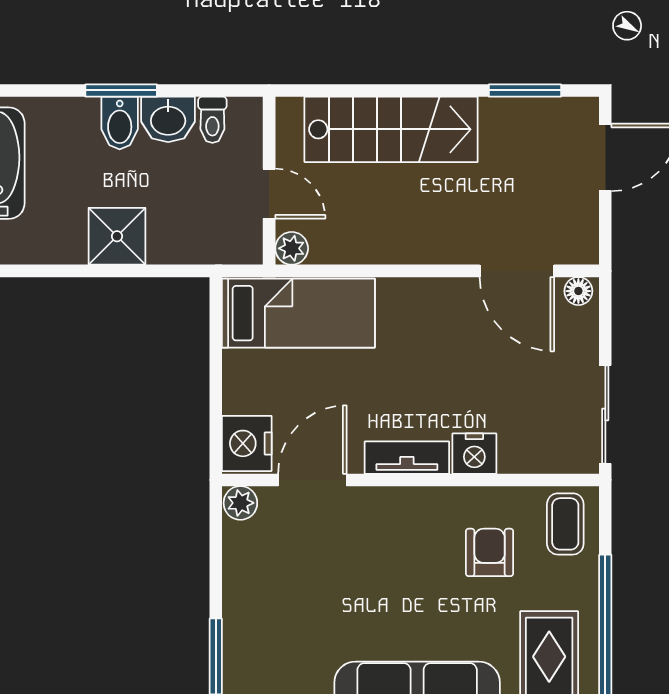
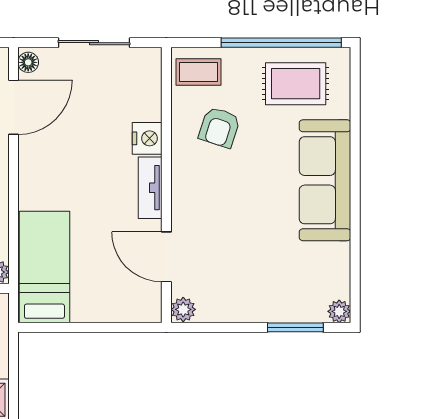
sliding door: (605, 415) -> (94, 43), moved
nightstand: (247, 443) -> (140, 305), removed
armchair: (490, 552) -> (219, 127), turned -72

